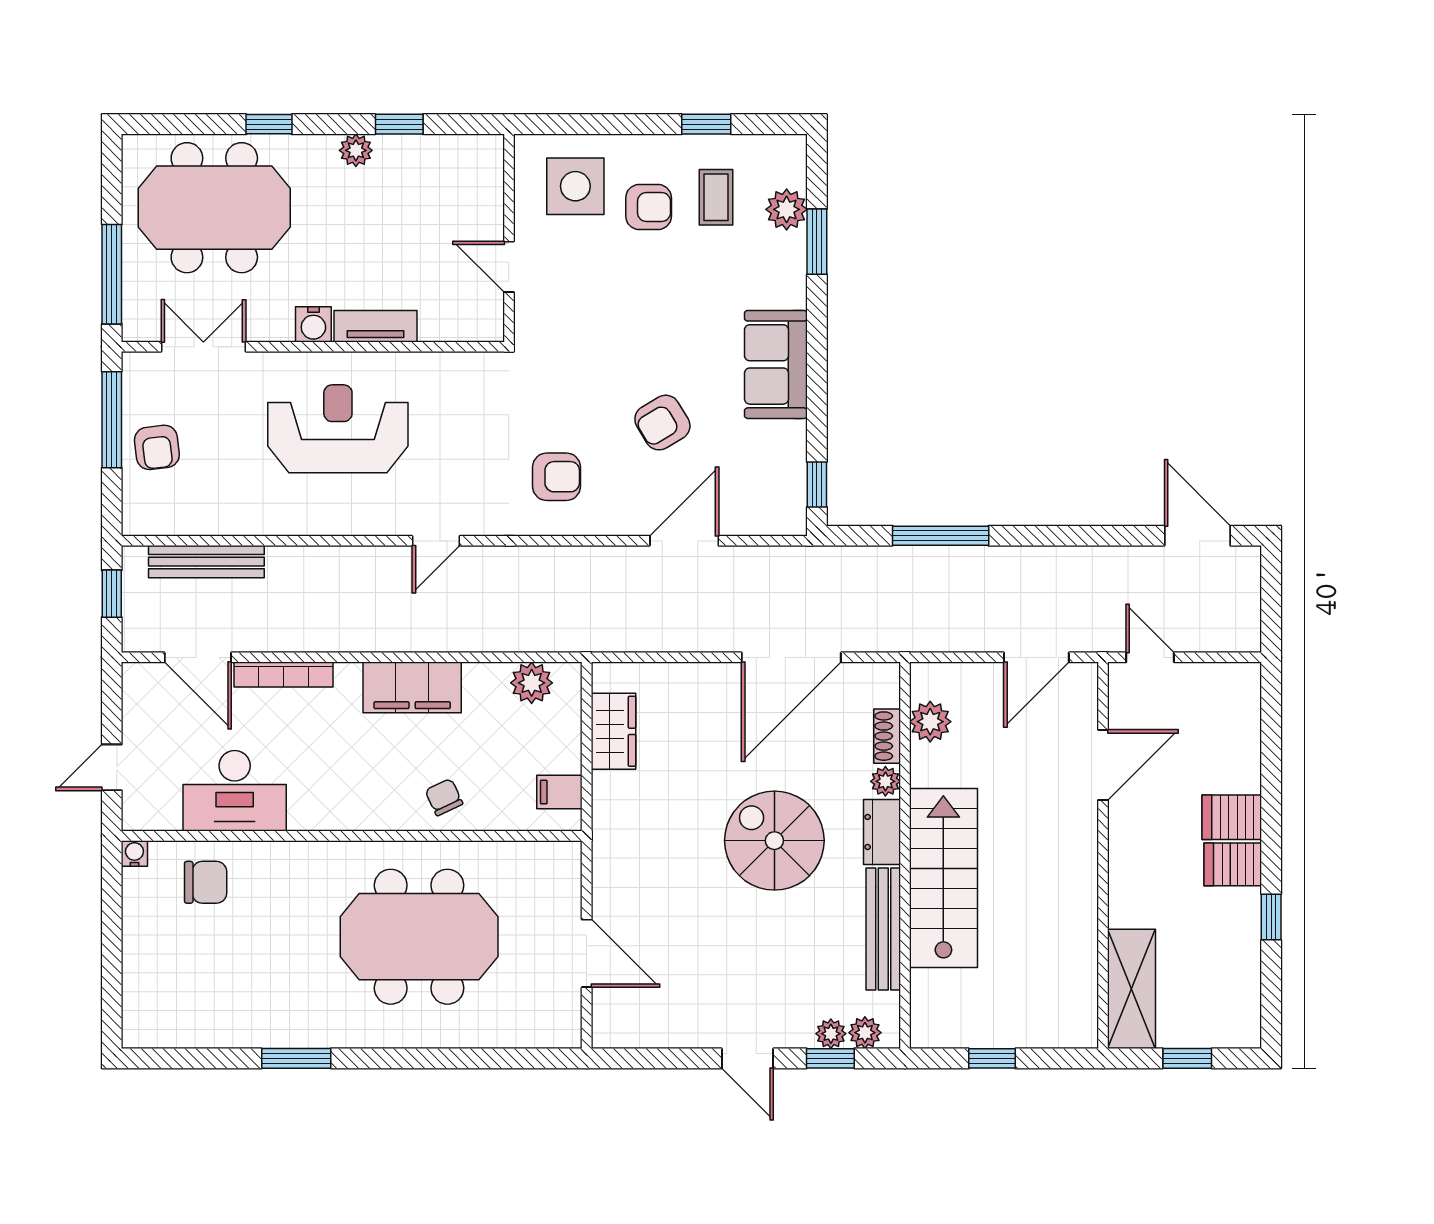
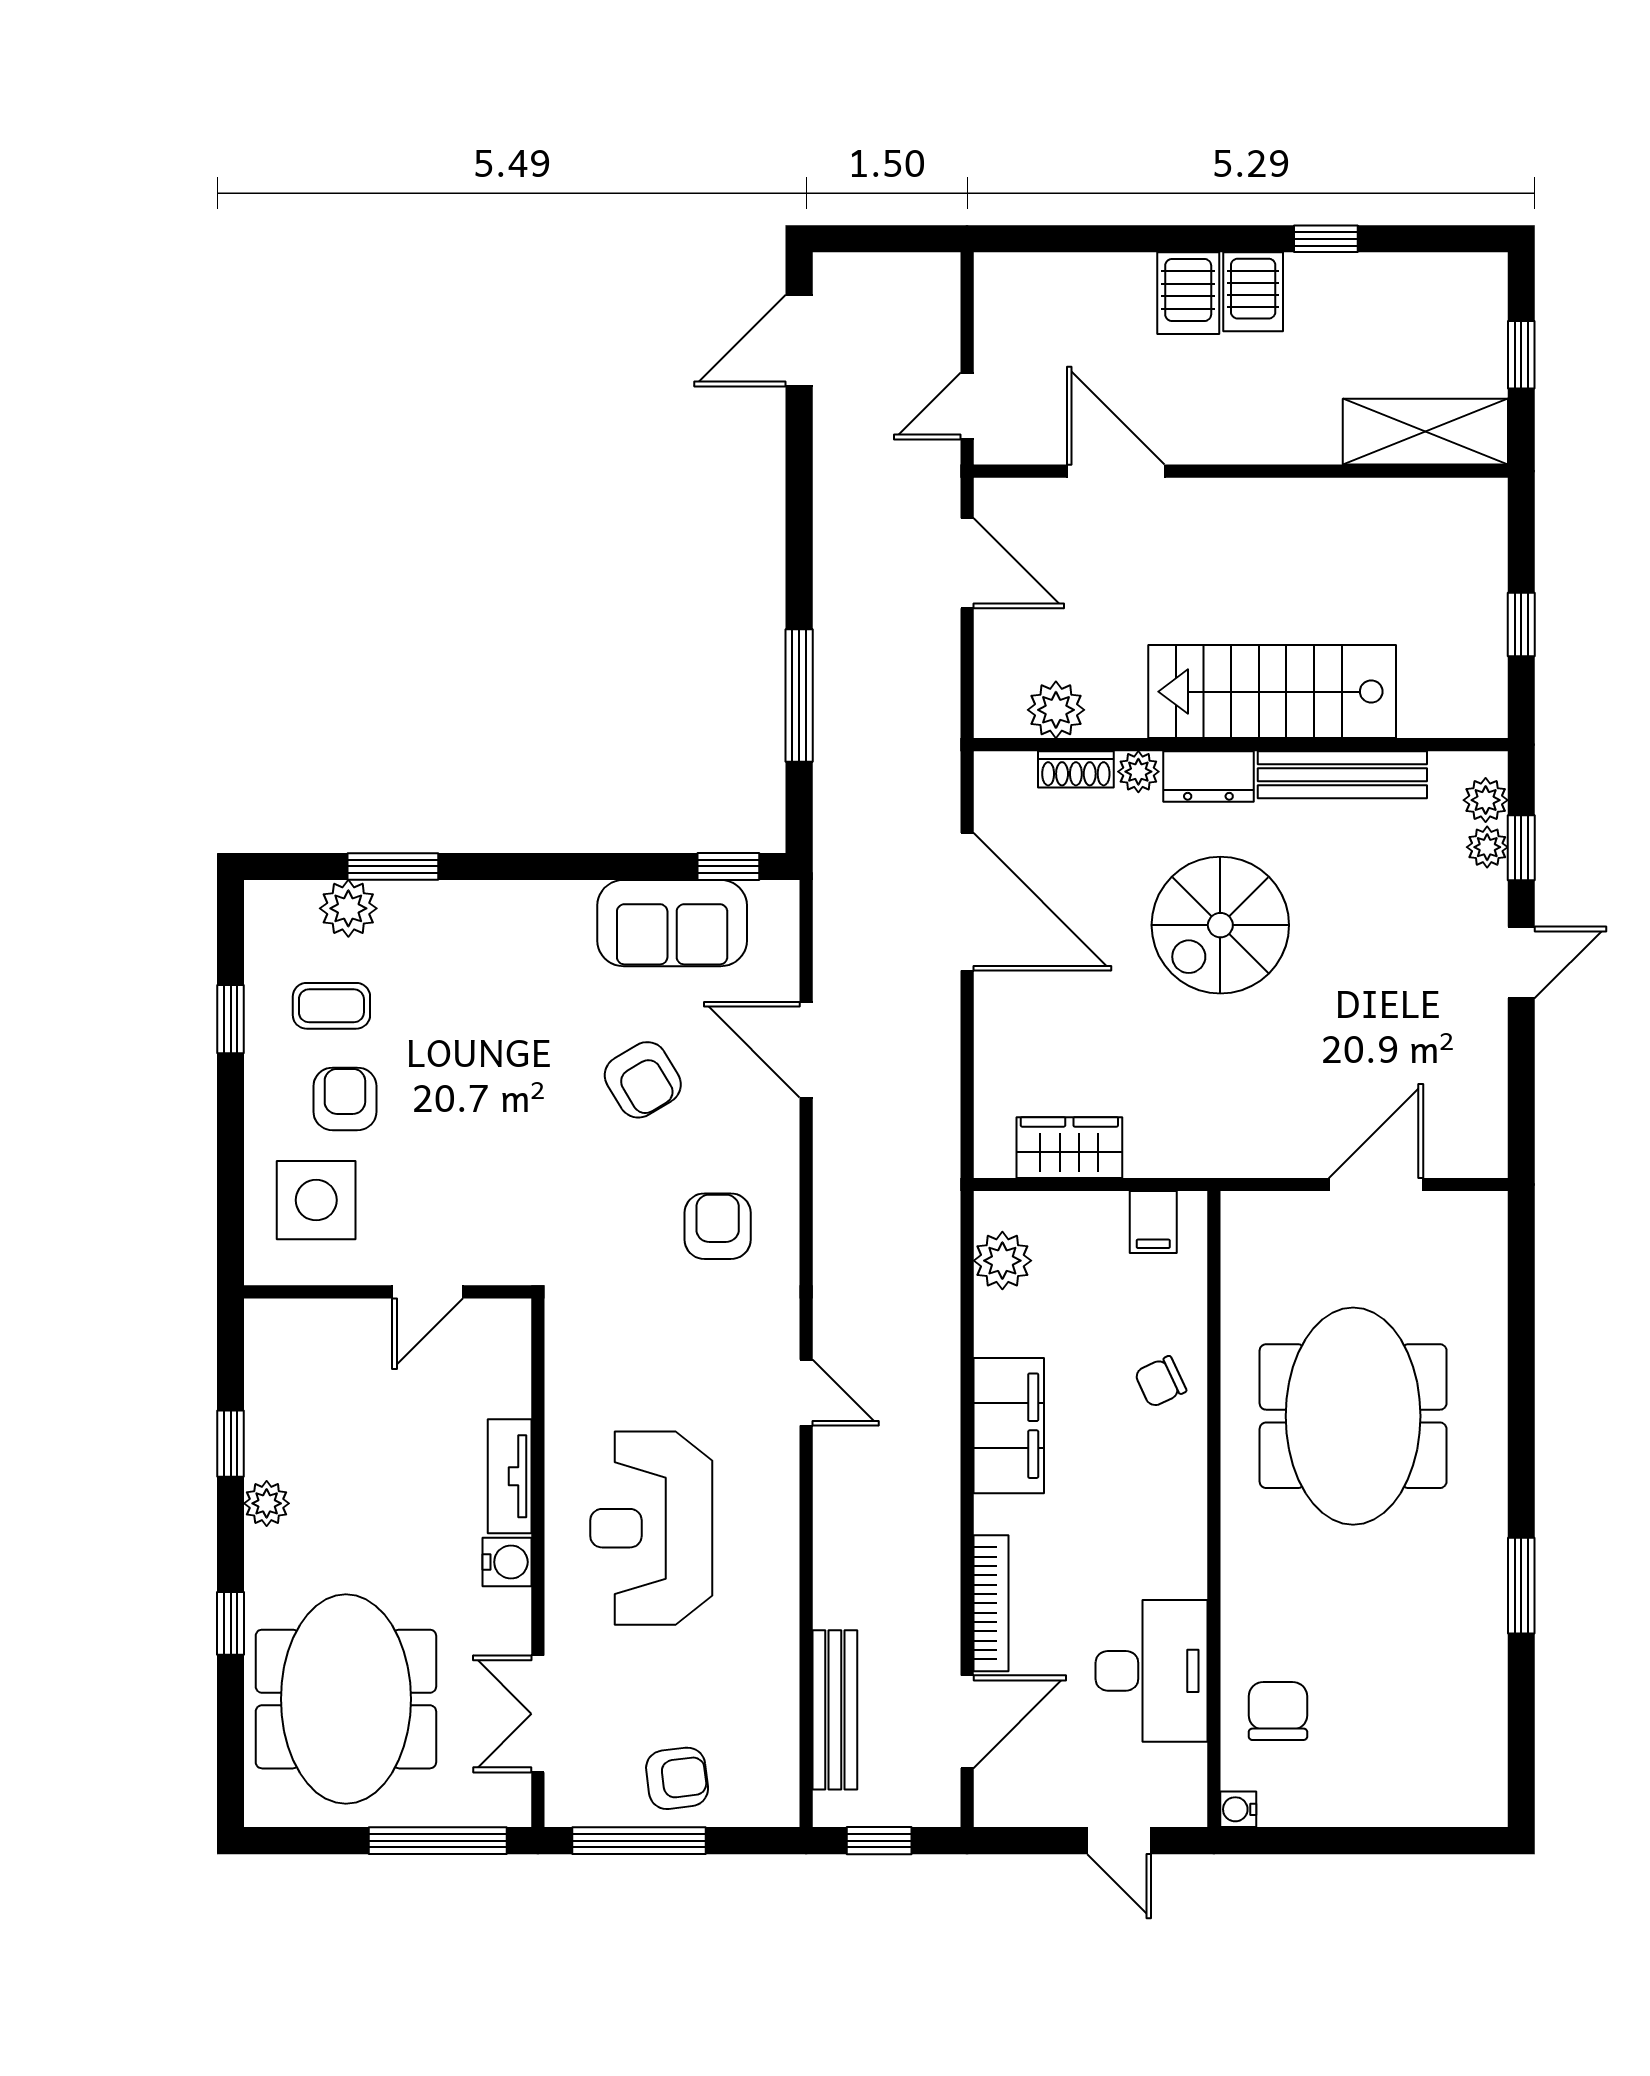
sofa: (776, 364) -> (672, 923), moved

